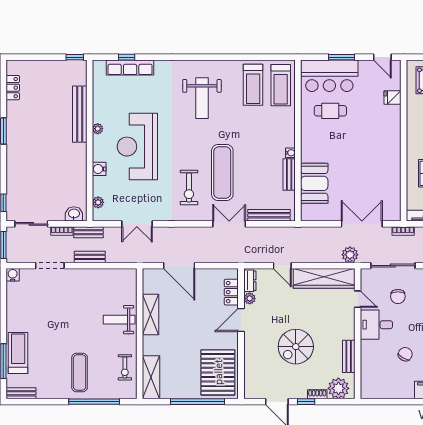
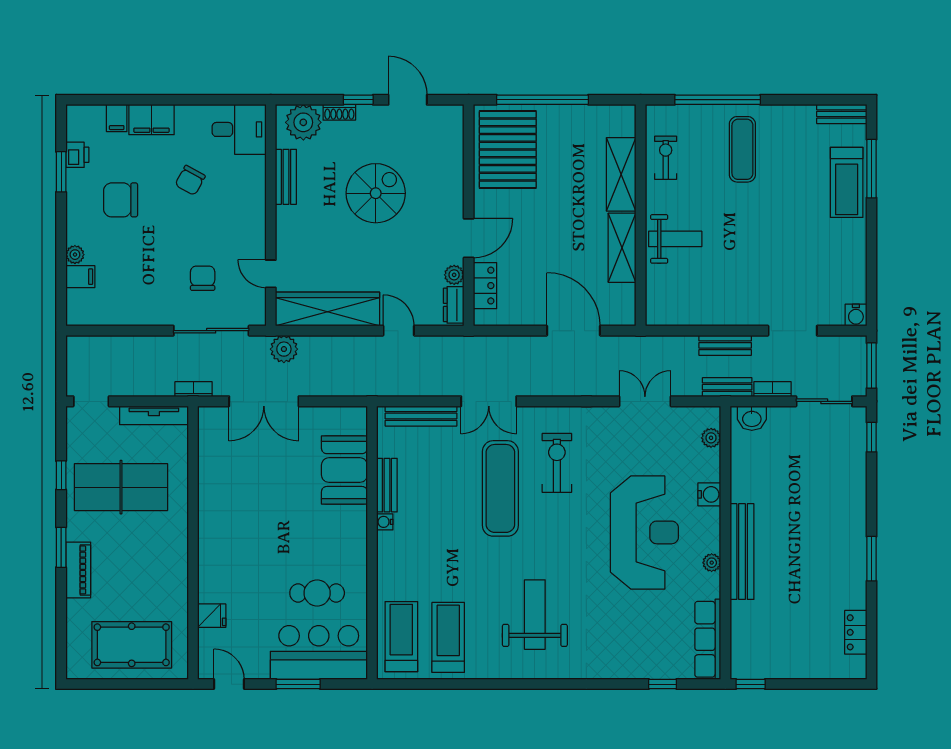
row of seats: (130, 68) -> (708, 639), moved, turned -90
bench: (80, 114) -> (742, 552), moved
desk: (376, 325) -> (239, 129), moved
shelving: (151, 377) -> (621, 174), moved

